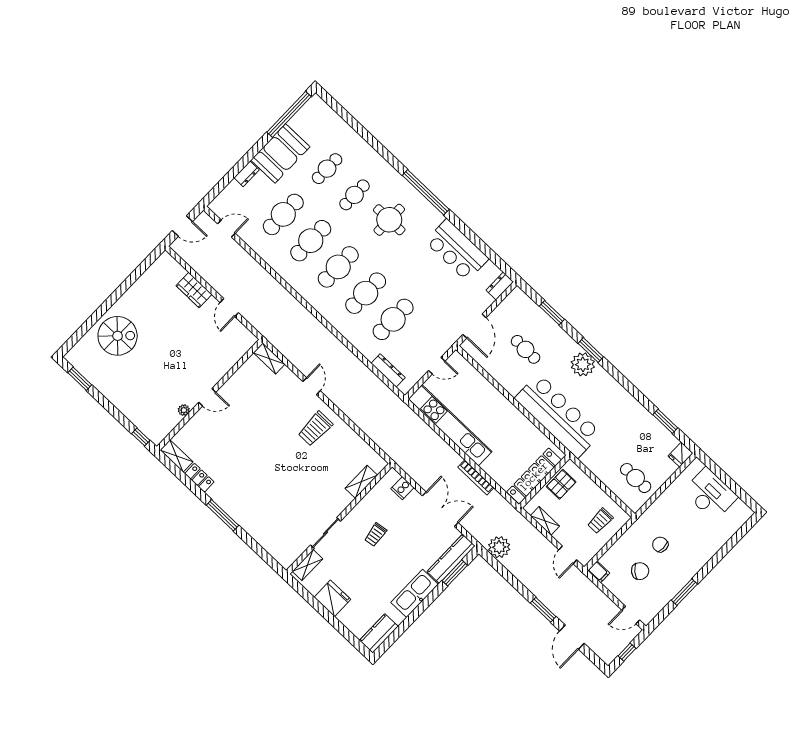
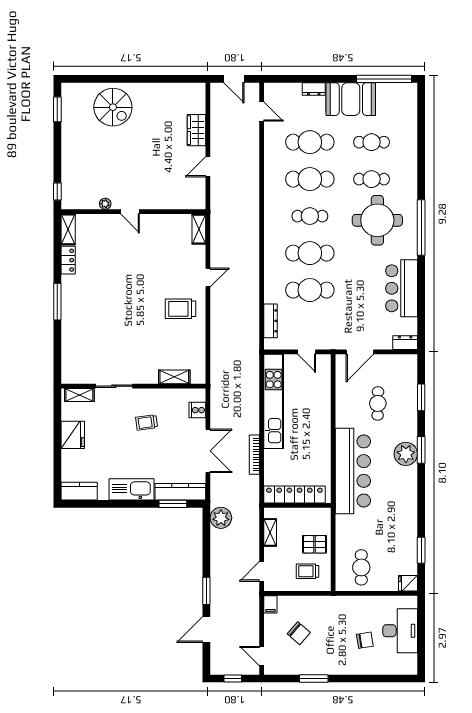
round table: (389, 220) -> (377, 220), width x1.36, depth x1.36
cafe table: (338, 267) -> (310, 216), width x0.73, depth x0.74
pallet: (561, 484) -> (315, 544), moved
chair: (660, 545) -> (365, 640), moved, turned 81

